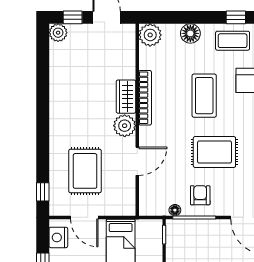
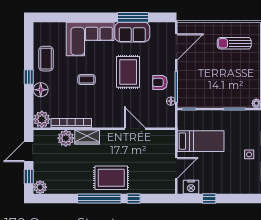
window: (236, 17) -> (29, 77), moved
coffee table: (204, 96) -> (86, 80), width x0.54, depth x0.58
bookcase: (145, 98) -> (71, 123), moved
window: (43, 113) -> (99, 198), added
plant: (125, 126) -> (66, 138), moved
rug: (85, 171) -> (111, 178), moved
window: (43, 192) -> (134, 198), moved

